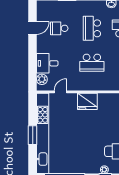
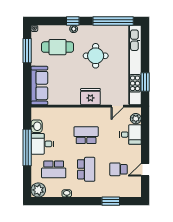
school desk: (59, 28) -> (118, 169), turned 180
window: (33, 135) -> (145, 82), moved
round table: (82, 143) -> (96, 56), added

